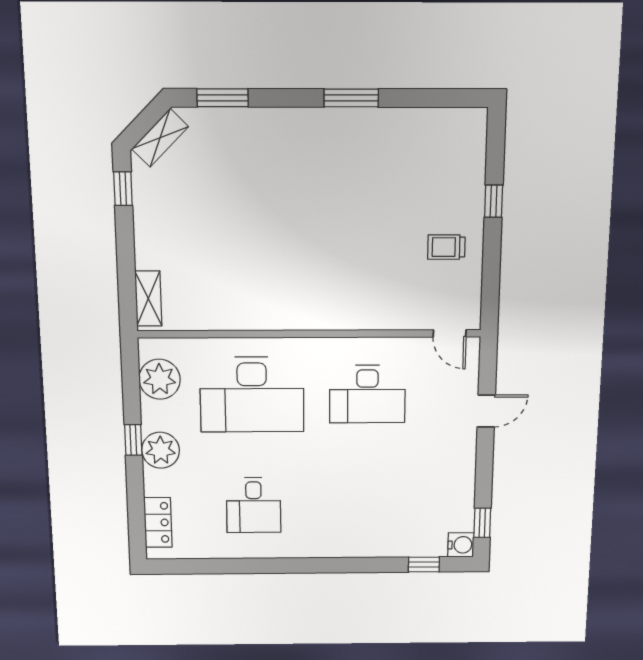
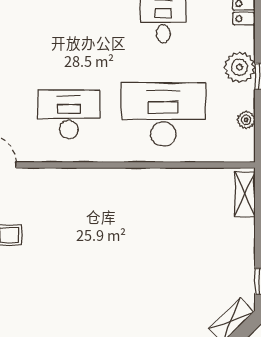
plant: (160, 379) -> (246, 120), width x0.53, depth x0.53

